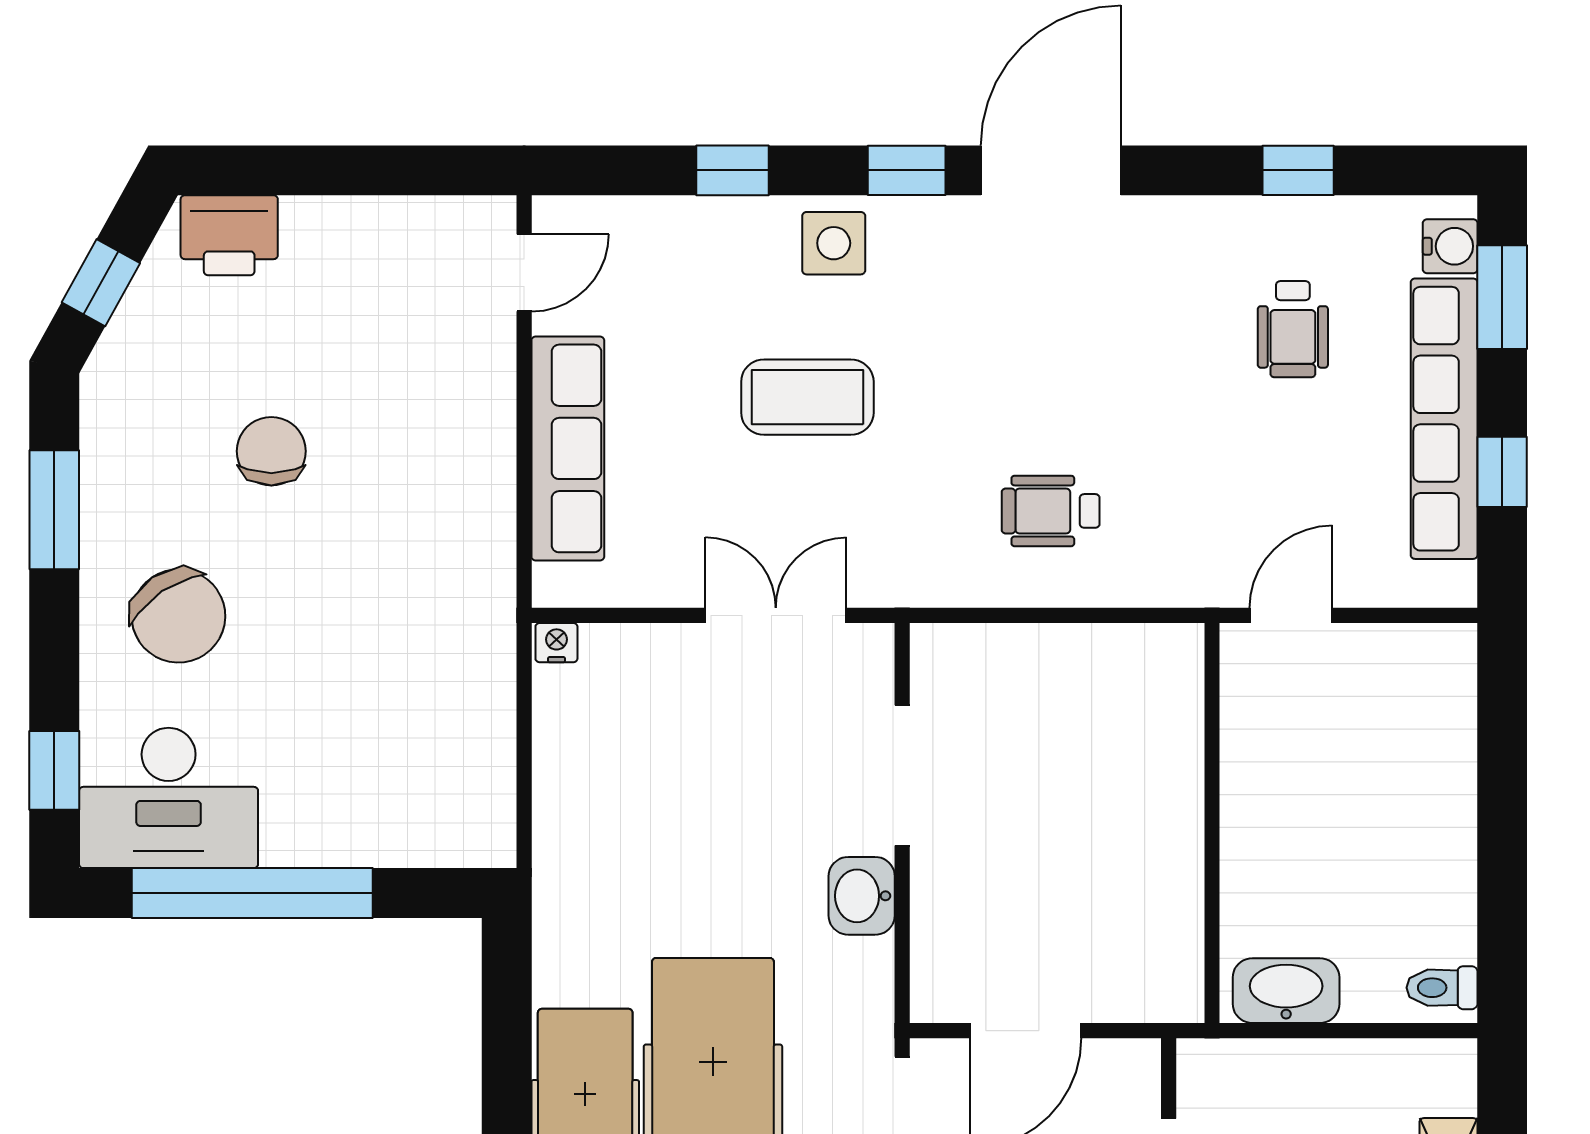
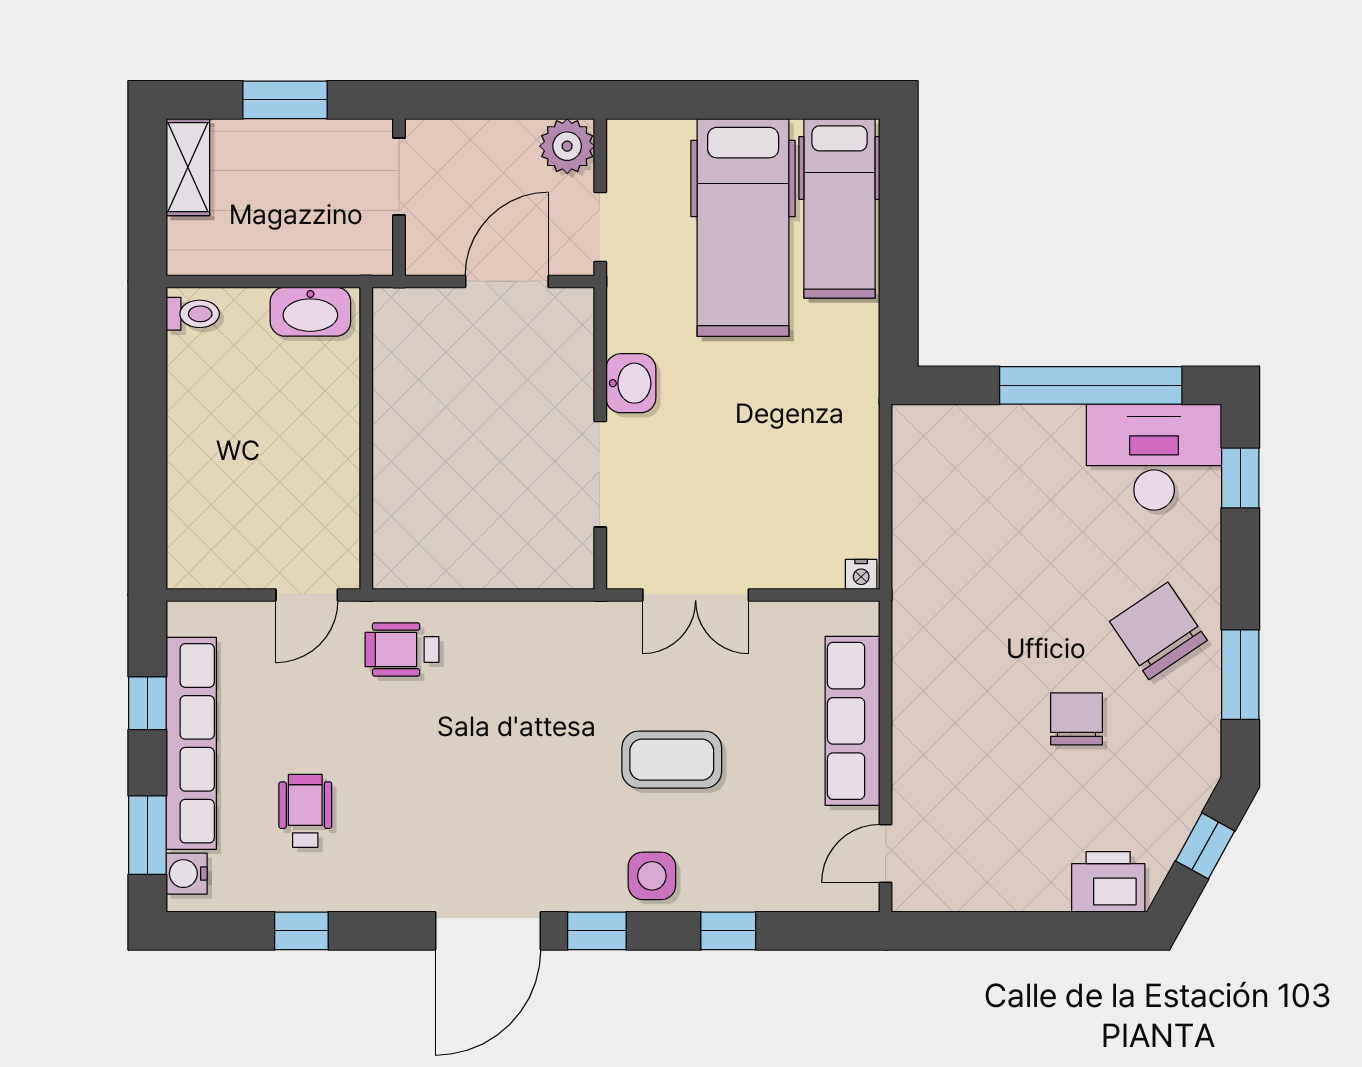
chair: (271, 451) -> (1076, 719), turned 180
wheelchair: (1051, 511) -> (402, 649), moved, turned 180
chair: (178, 616) -> (1158, 631), moved

